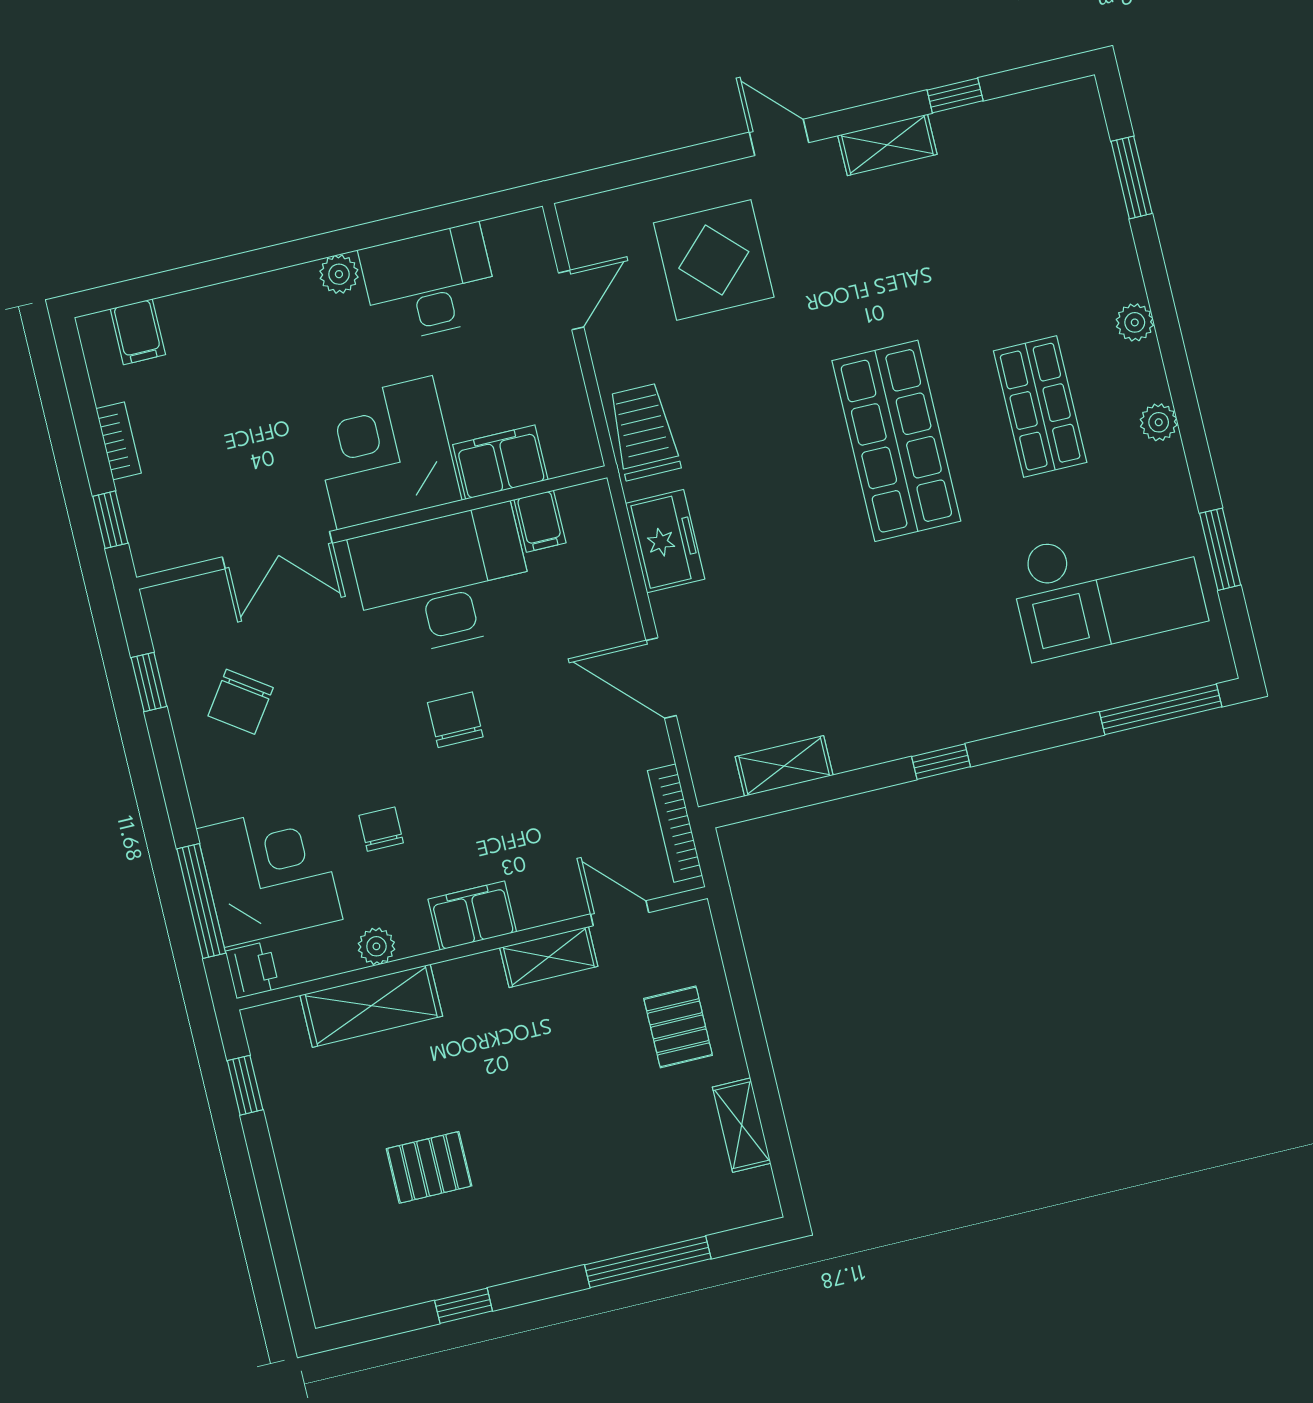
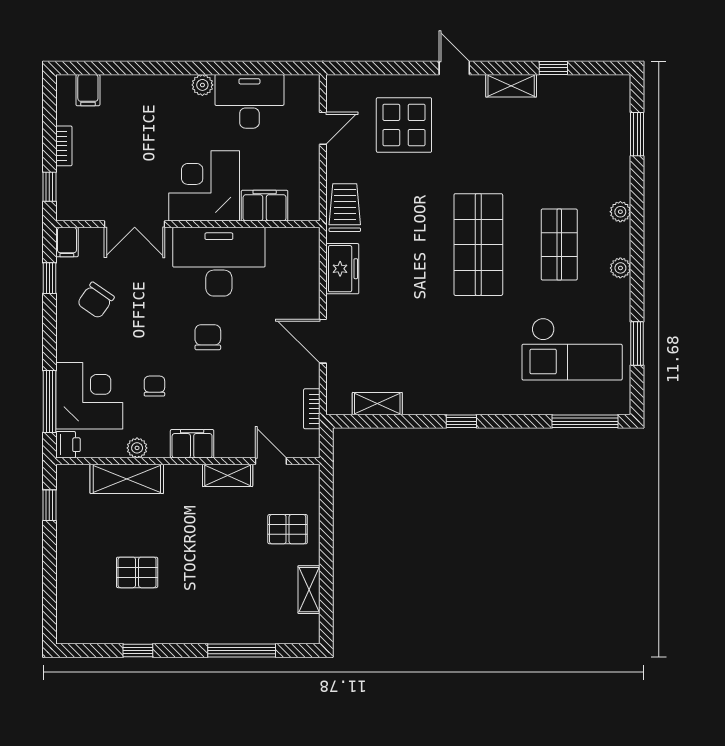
filing cabinet: (540, 521) -> (67, 242), moved
bookcase: (675, 823) -> (312, 409), width x0.64
pallet: (678, 1027) -> (288, 529), turned 90

